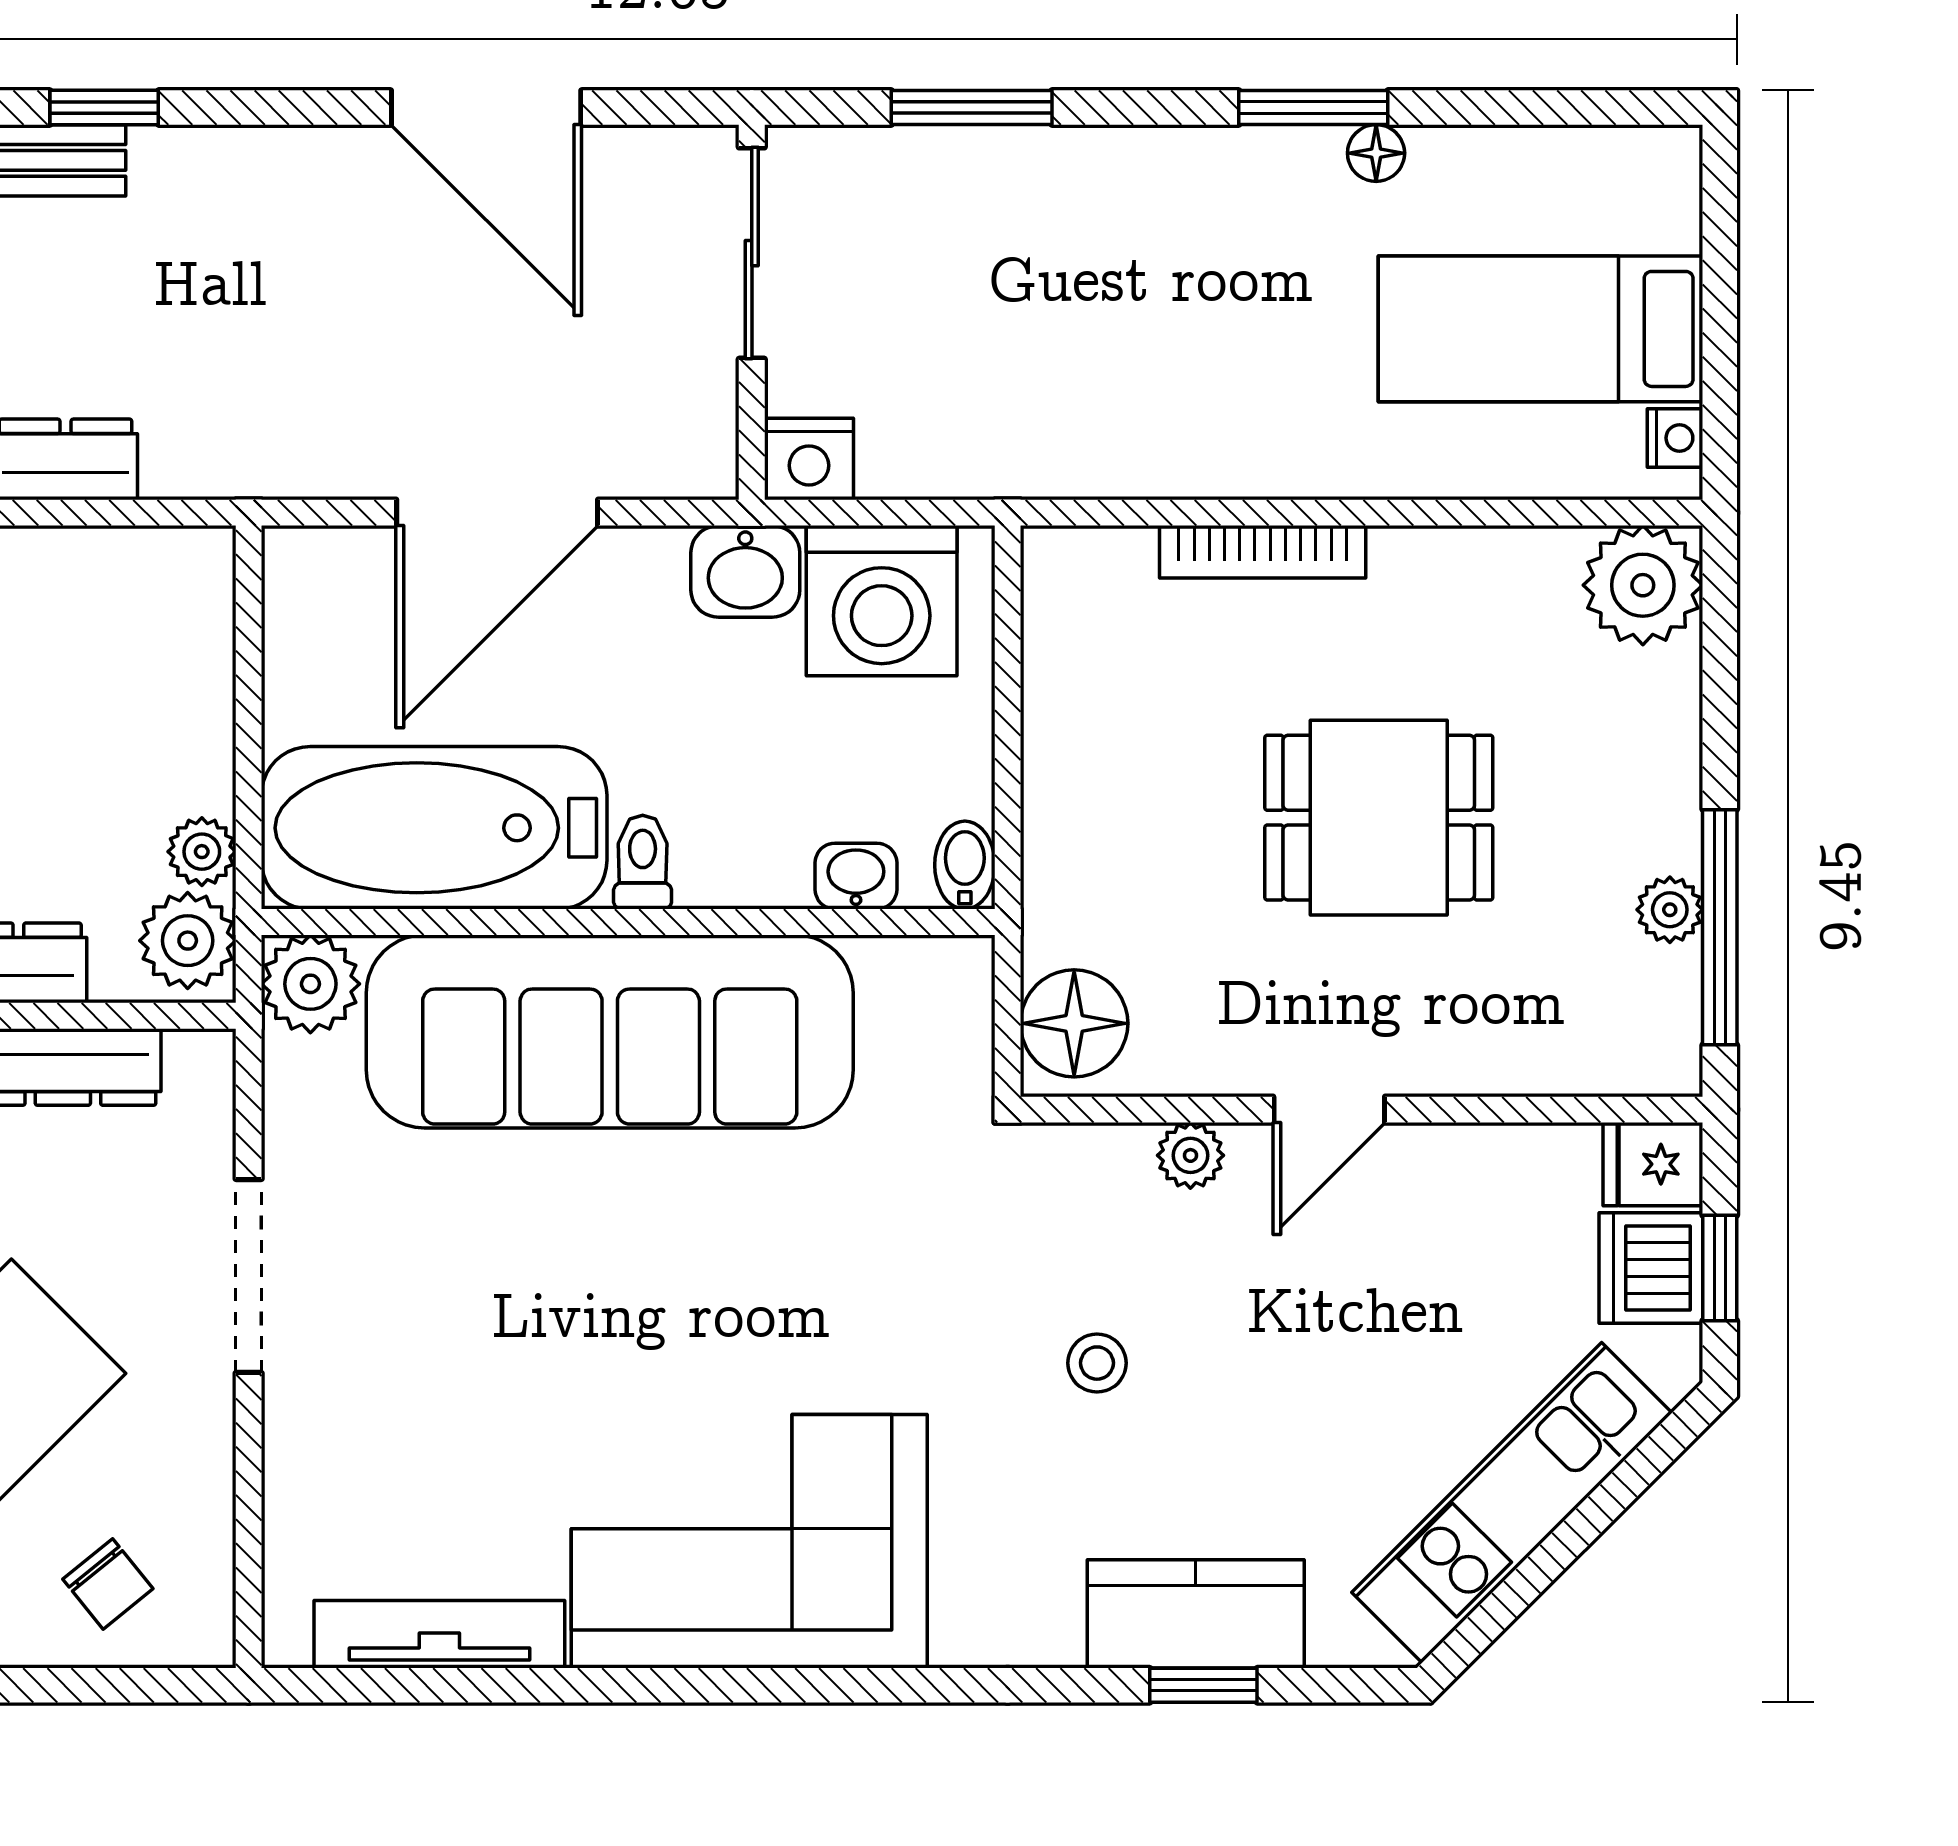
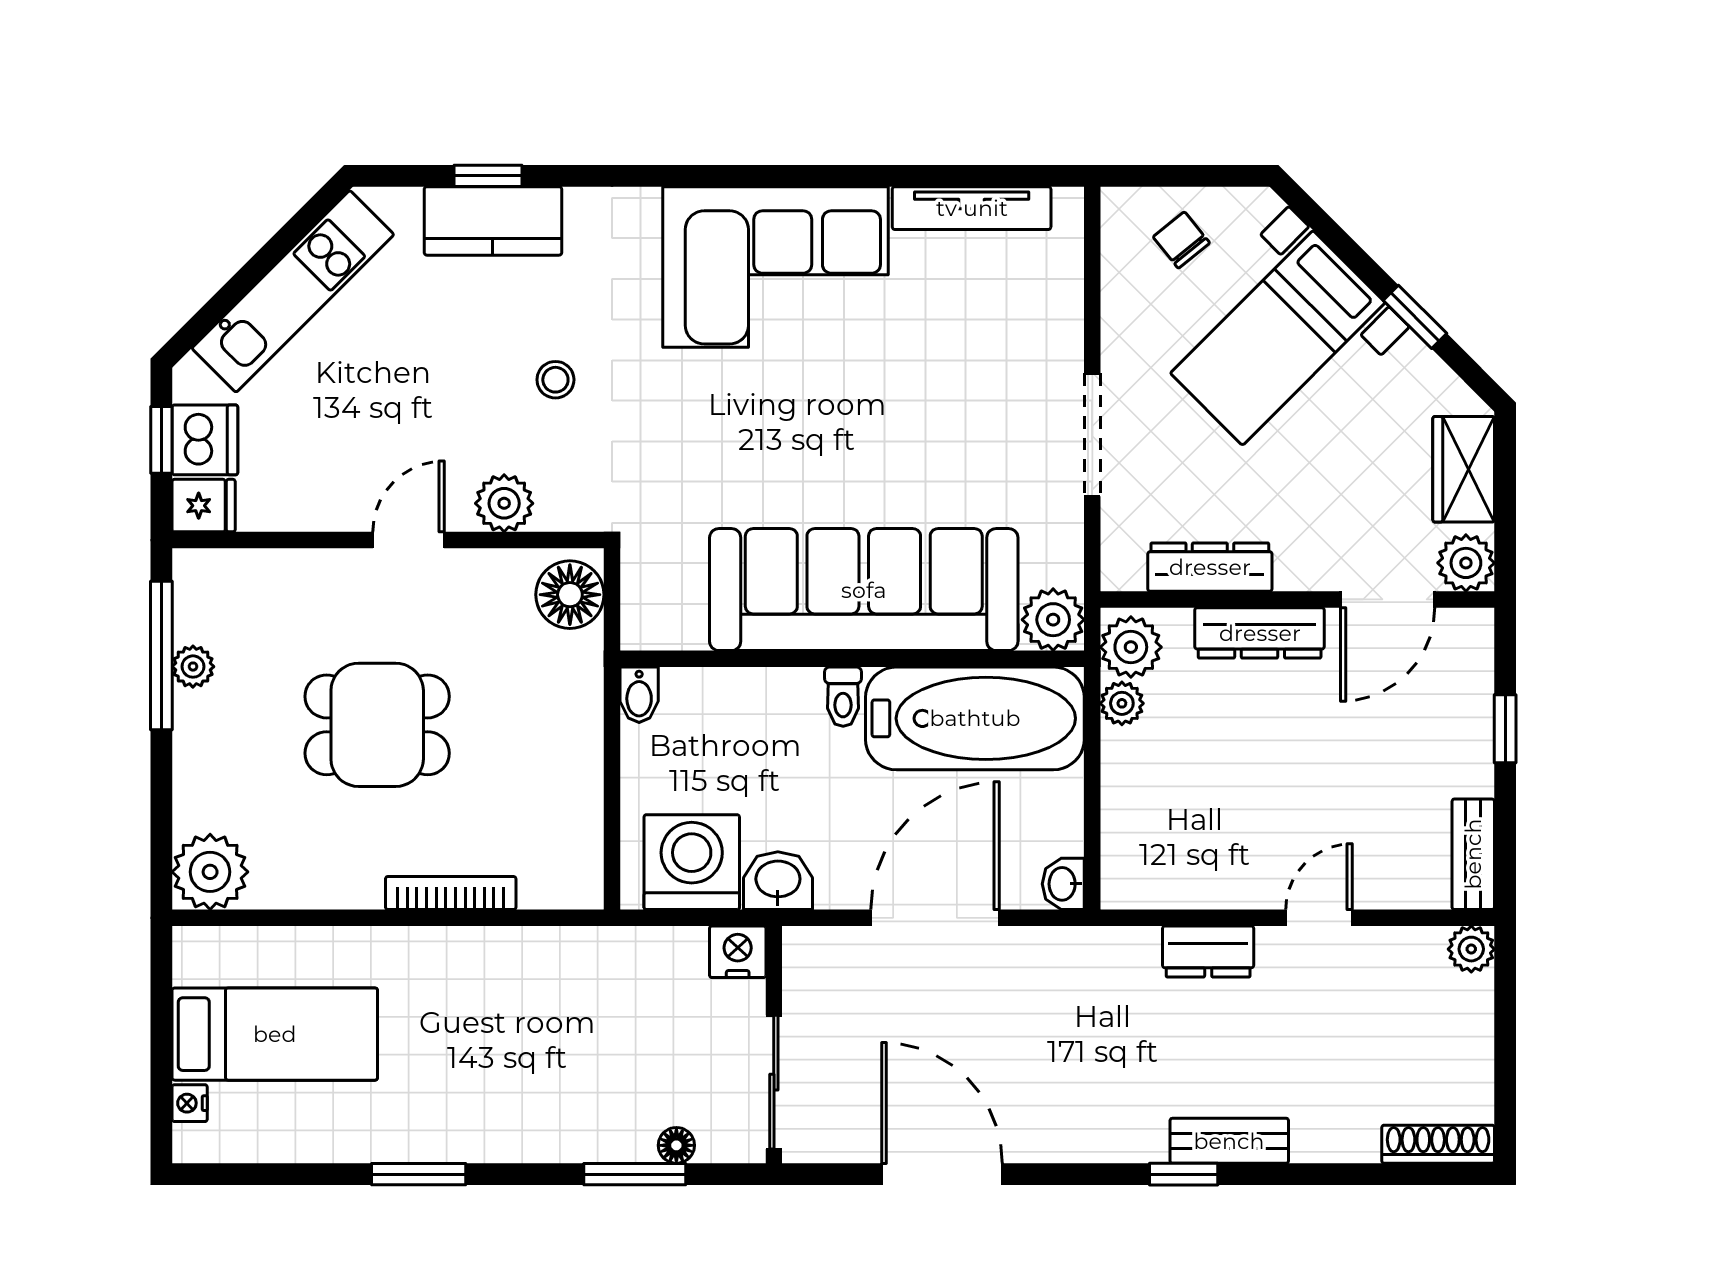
floor lamp: (1376, 153) -> (676, 1145), moved
nightstand: (1675, 438) -> (190, 1103), moved
washbasin: (856, 876) -> (1063, 884), moved, turned 90
plant: (1190, 1155) -> (504, 503), width x1.38, depth x1.38

